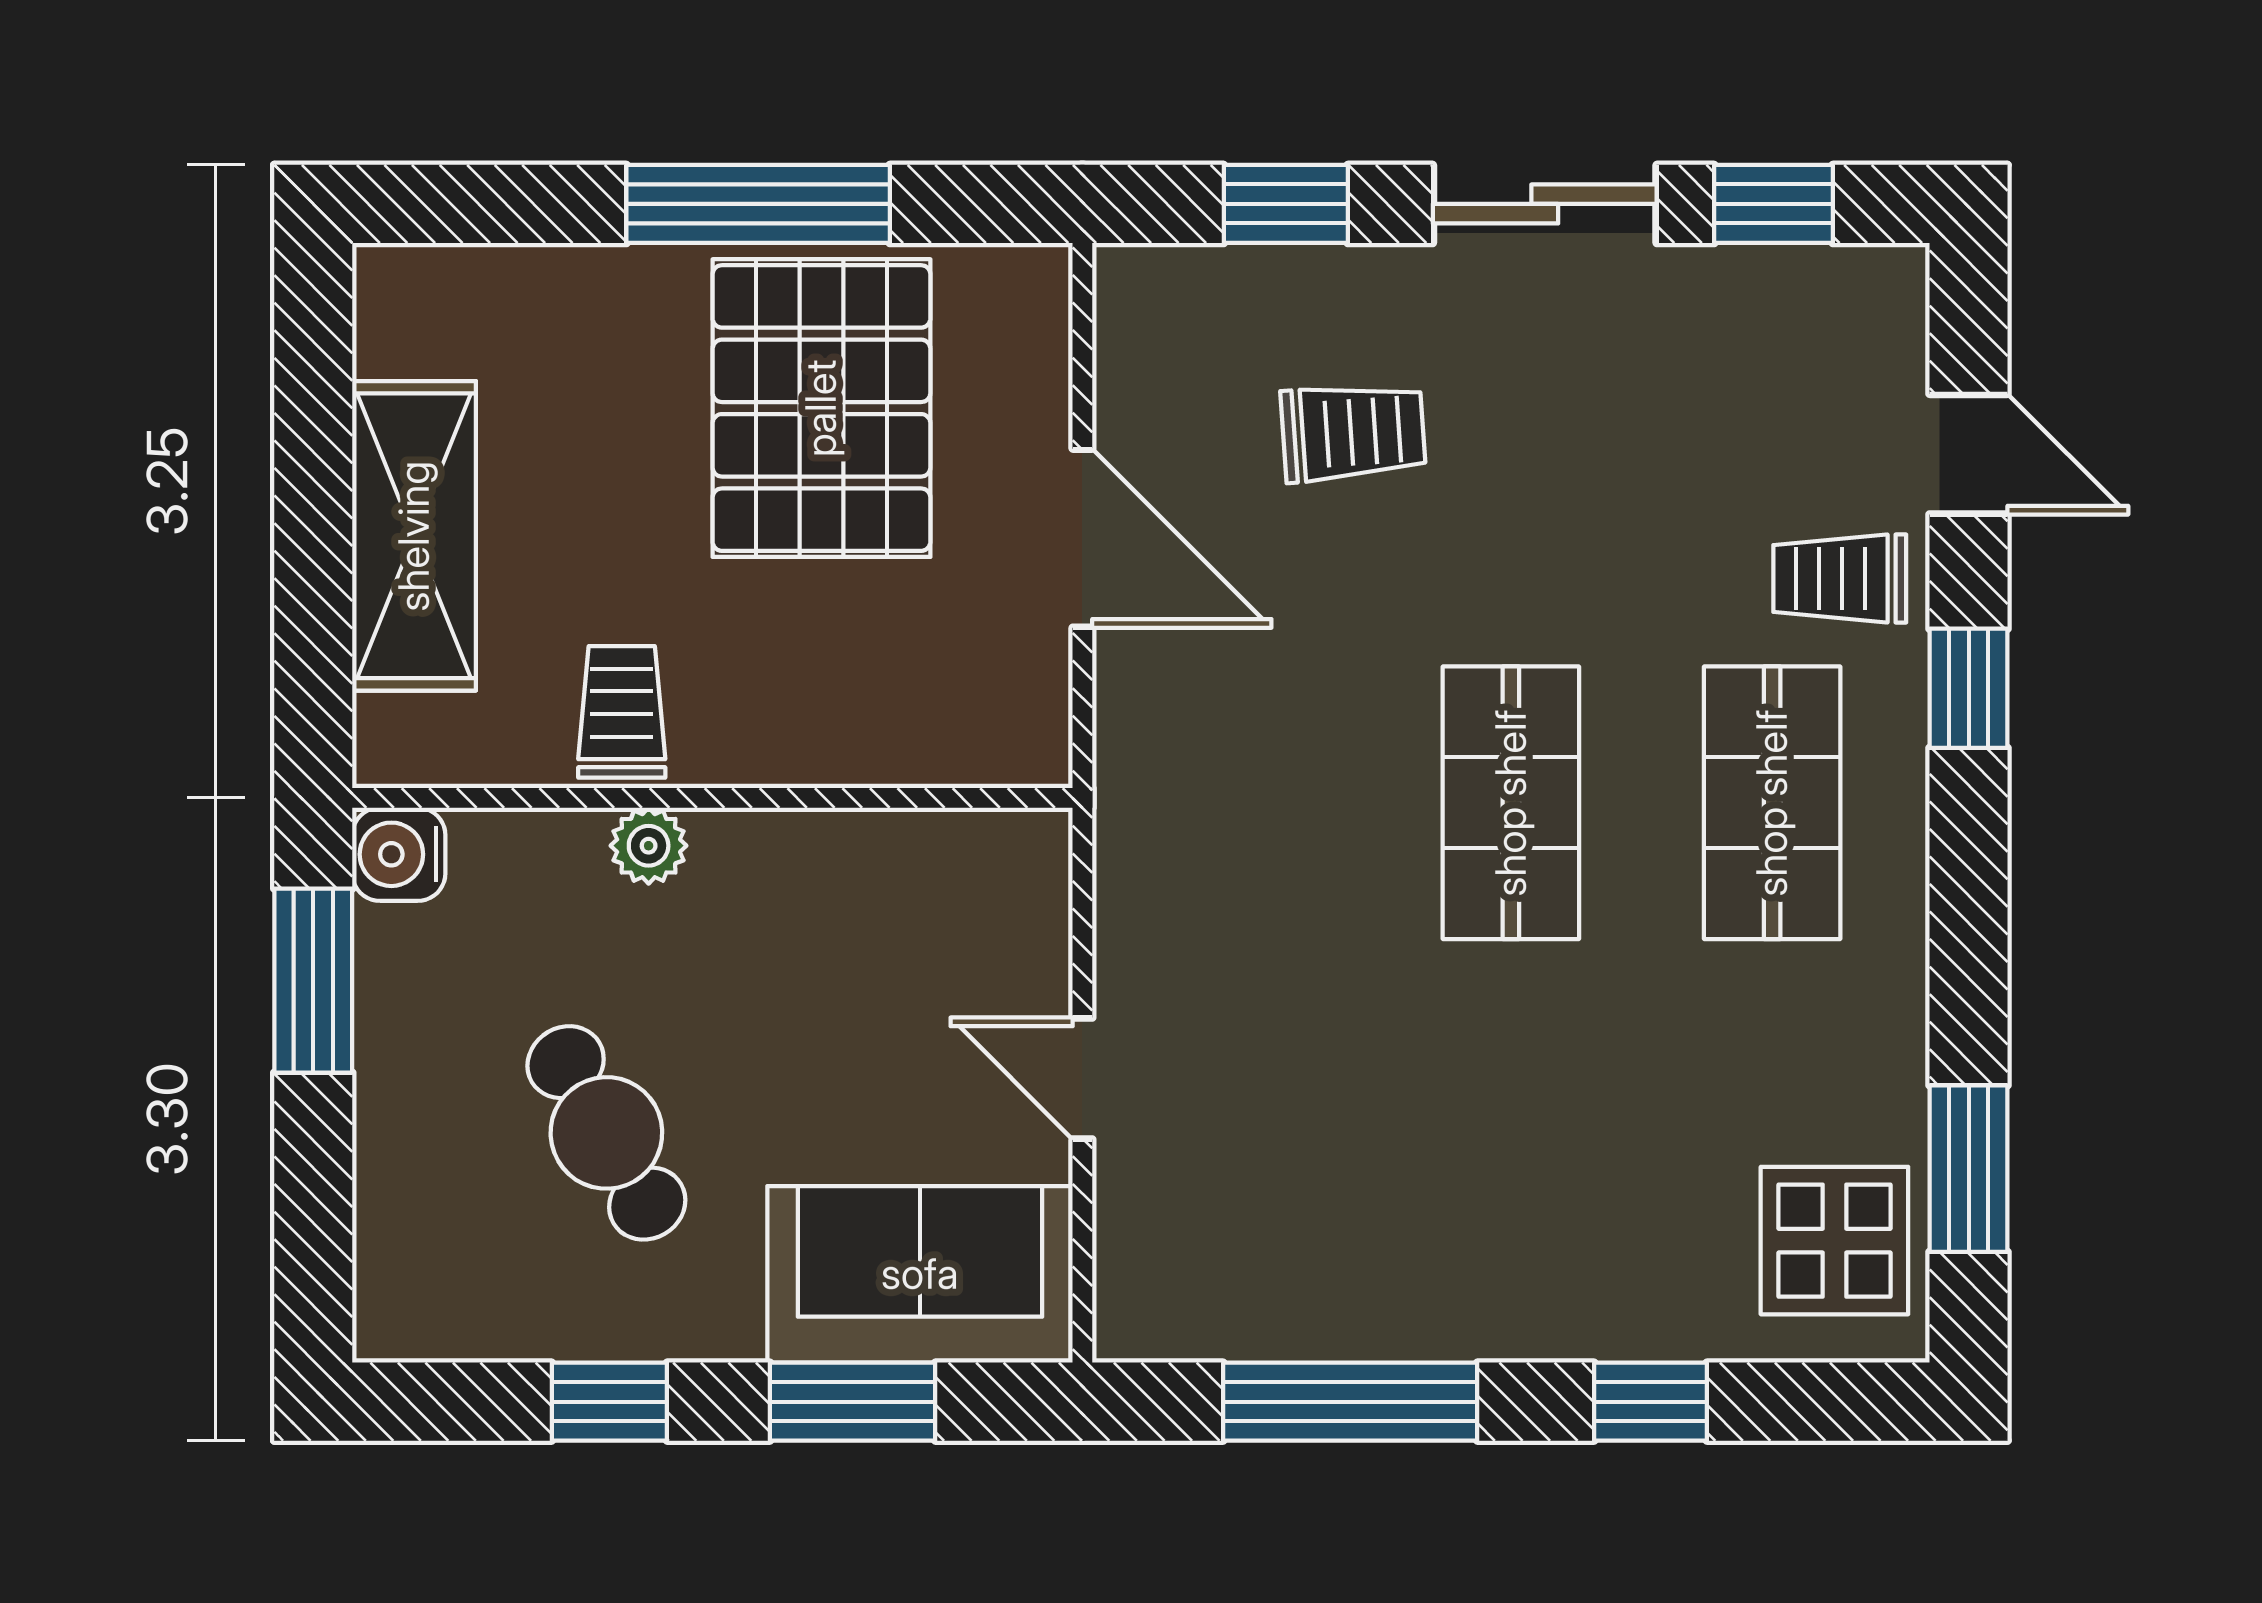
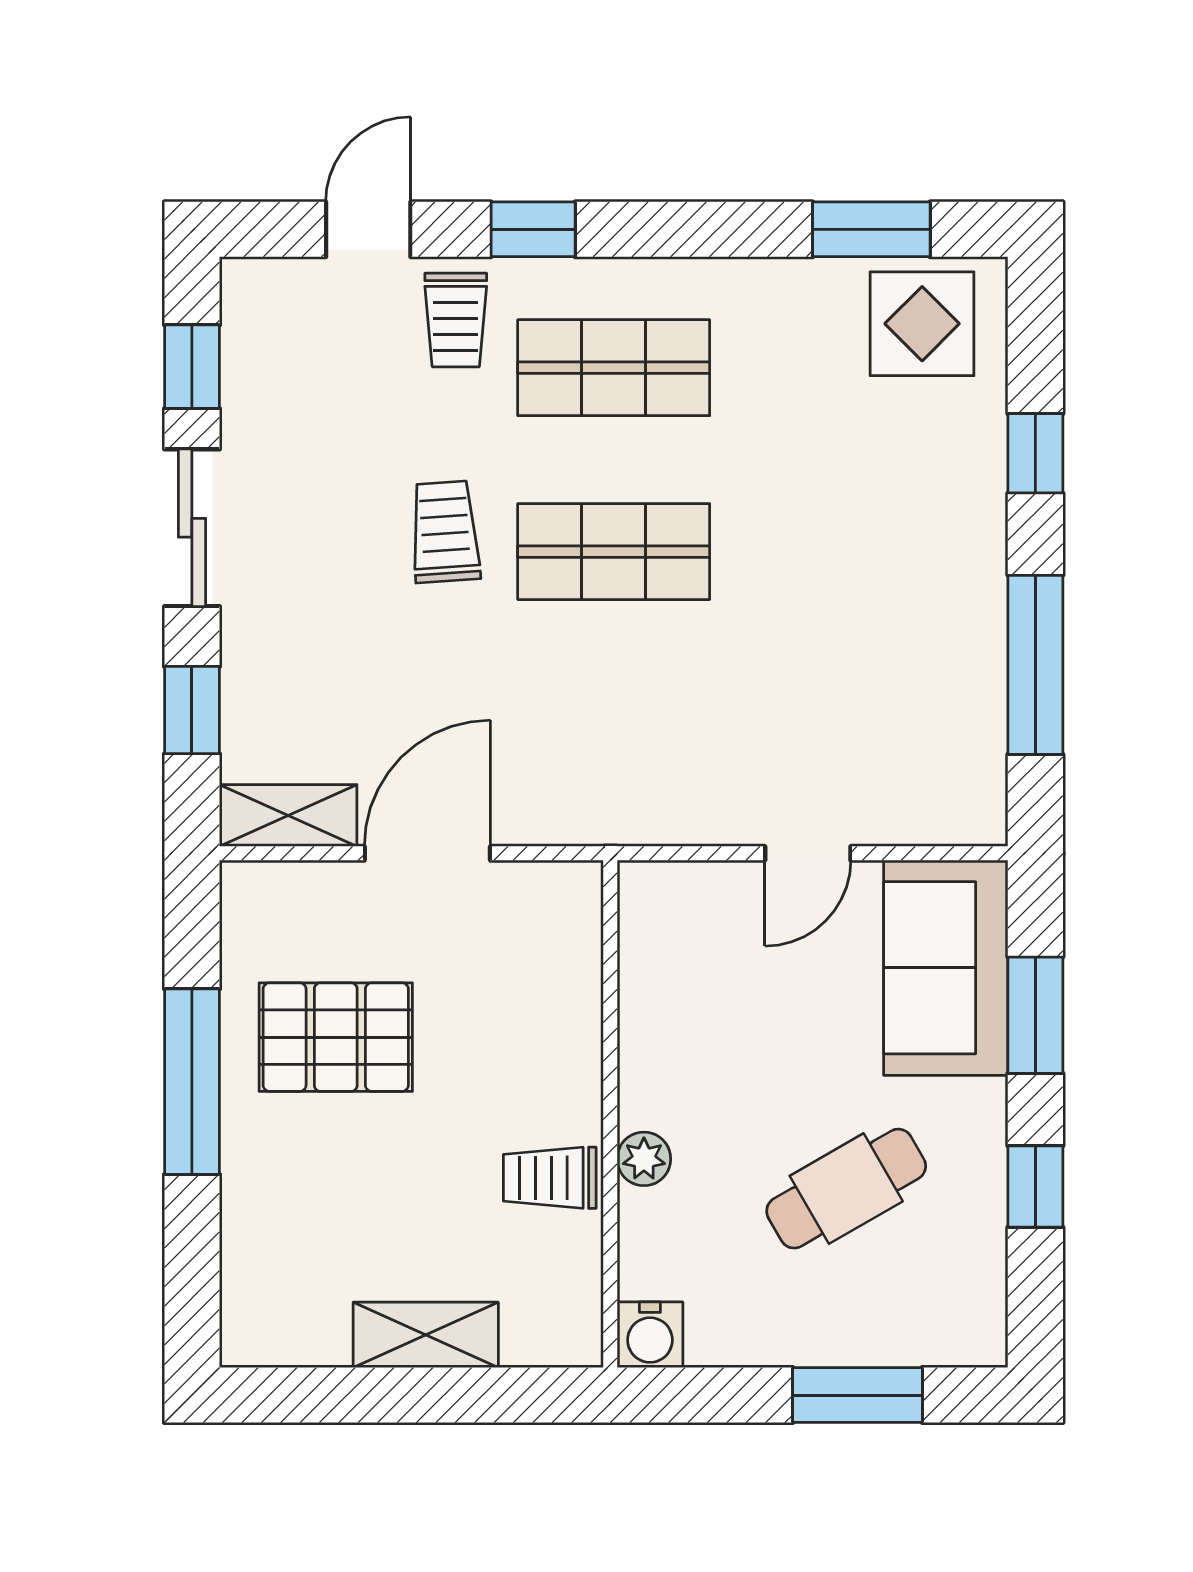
shelving: (1136, 340) -> (288, 816), added
pallet: (821, 408) -> (336, 1037), width x0.73, depth x0.71
trolley: (1353, 432) -> (445, 532), moved
shelving: (414, 536) -> (426, 1335), width x0.67, depth x0.75
window: (313, 981) -> (857, 1395), moved

